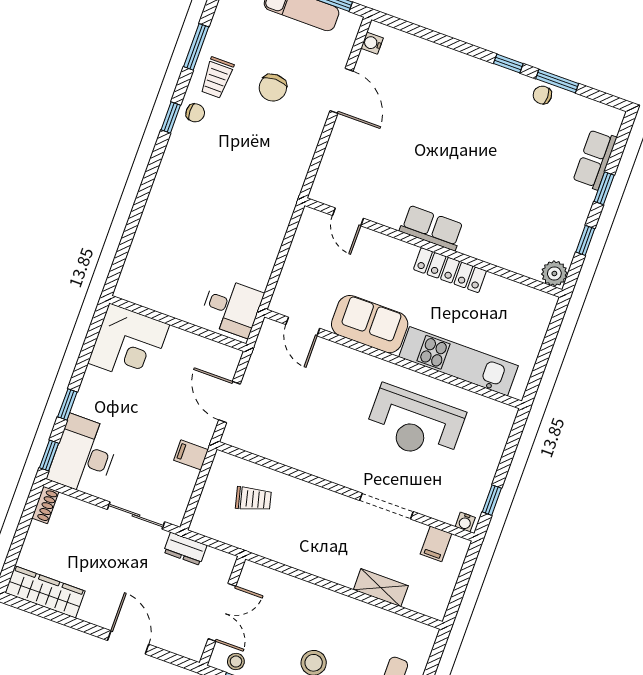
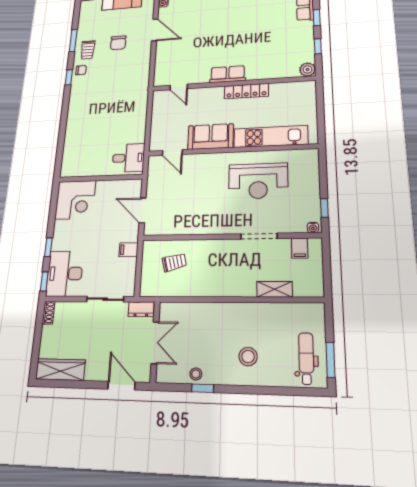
wall: (222, 611) -> (155, 341), moved
double door: (222, 612) -> (155, 343), moved

